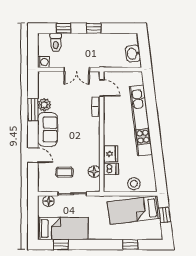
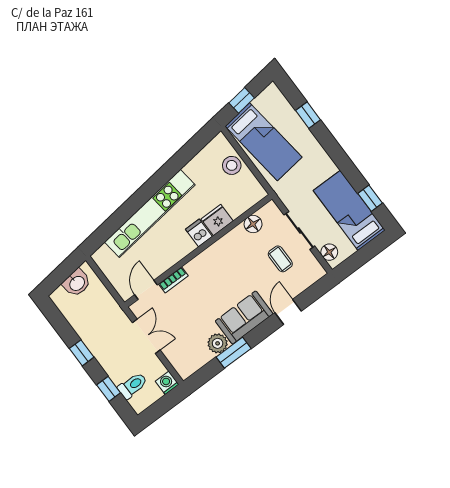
dishwasher: (111, 169) -> (199, 233), moved

